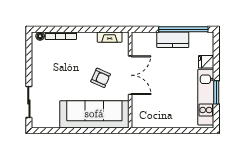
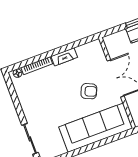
fireplace: (110, 37) -> (64, 57), moved

